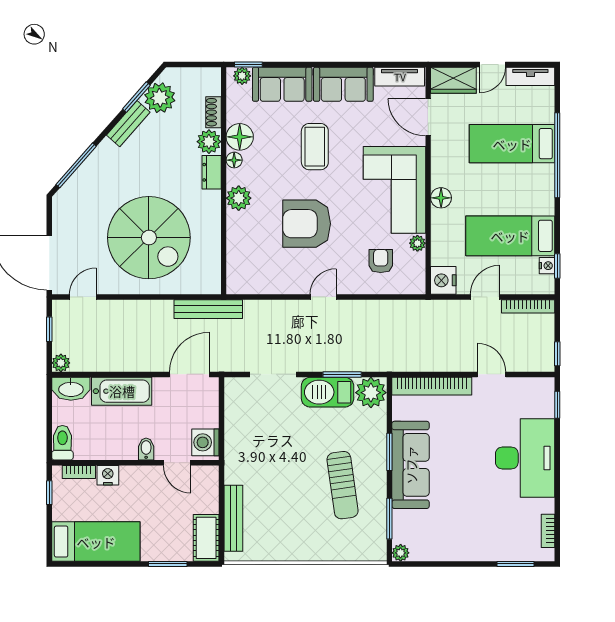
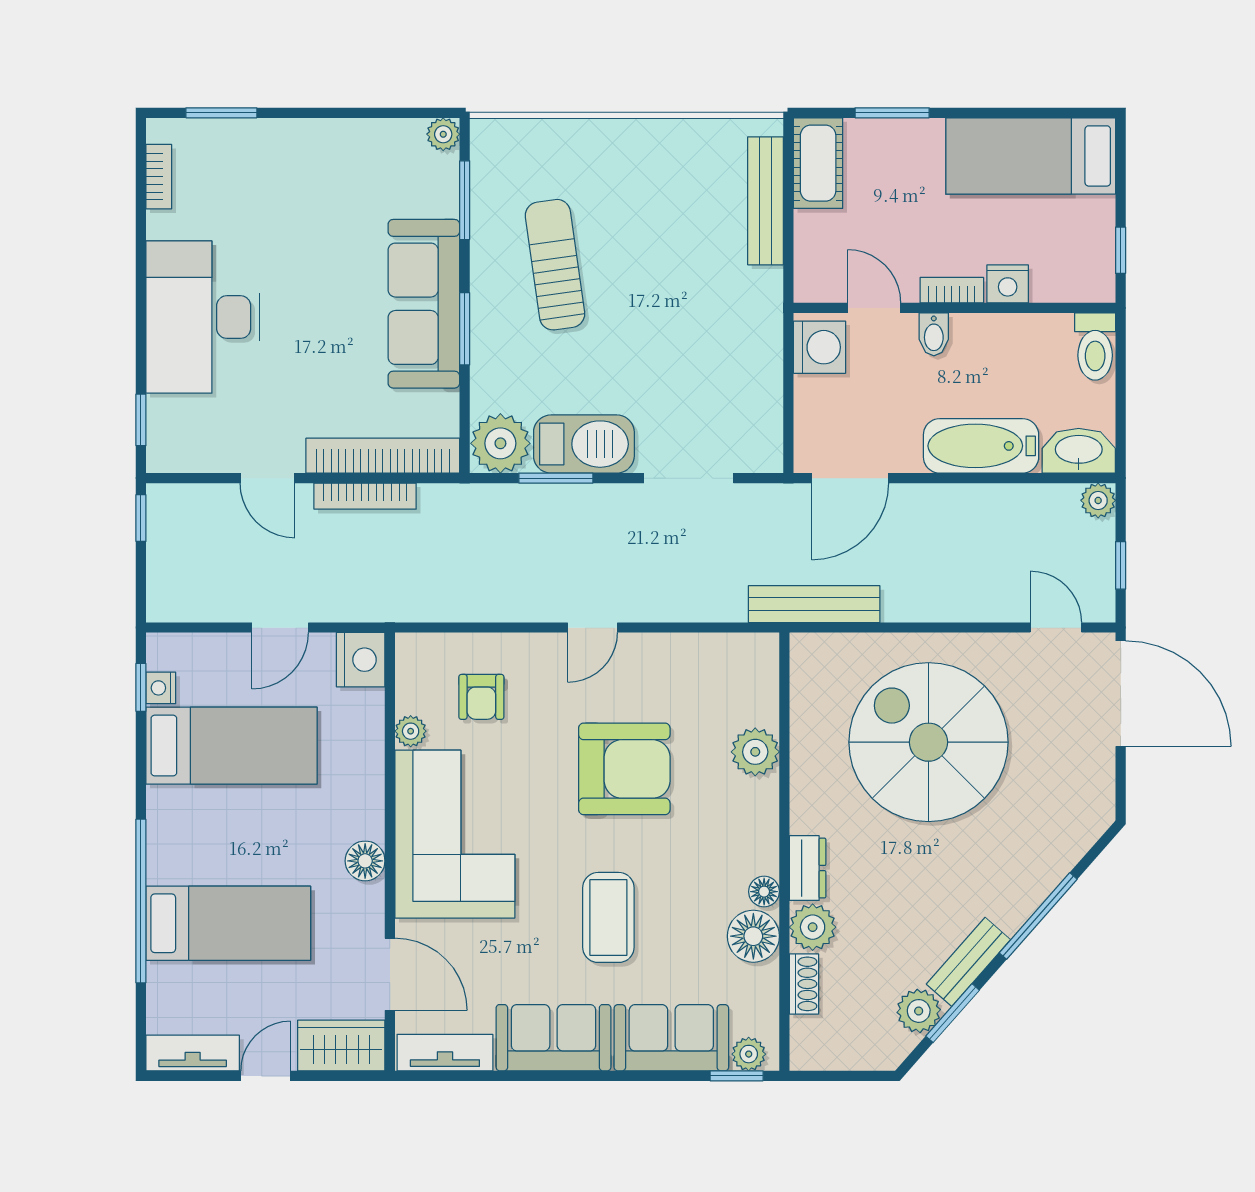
plant: (160, 98) -> (919, 1011), width x0.73, depth x0.73
window: (76, 165) -> (1038, 916), moved
plant: (239, 198) -> (755, 752), moved
floor lamp: (441, 198) -> (365, 861), moved
door: (83, 297) -> (1056, 628), swing flipped
bookcase: (528, 306) -> (365, 496), moved, turned 180
bookcase: (79, 472) -> (952, 290), moved

